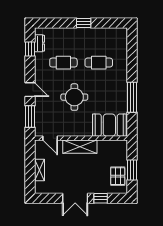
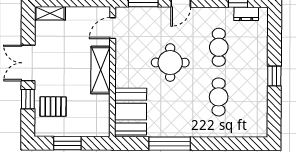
shelving: (40, 170) -> (50, 13), moved
pallet: (118, 176) -> (53, 107), moved

